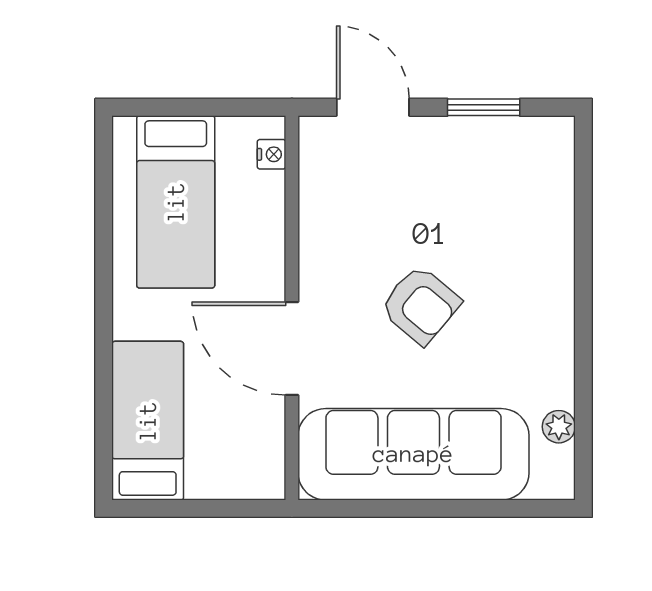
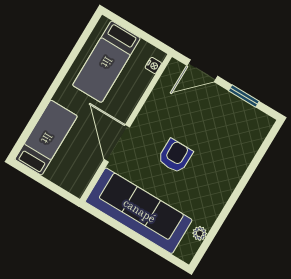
door: (373, 107) -> (202, 71), swing flipped
armchair: (420, 305) -> (175, 156), turned -130

